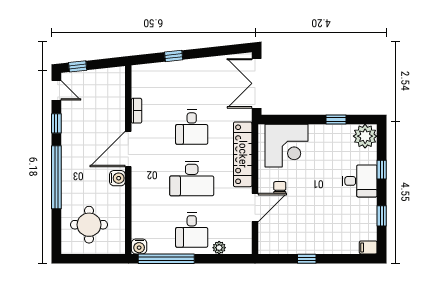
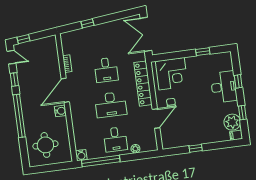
plant: (365, 136) -> (232, 122), moved
desk: (360, 181) -> (224, 87), width x1.37

